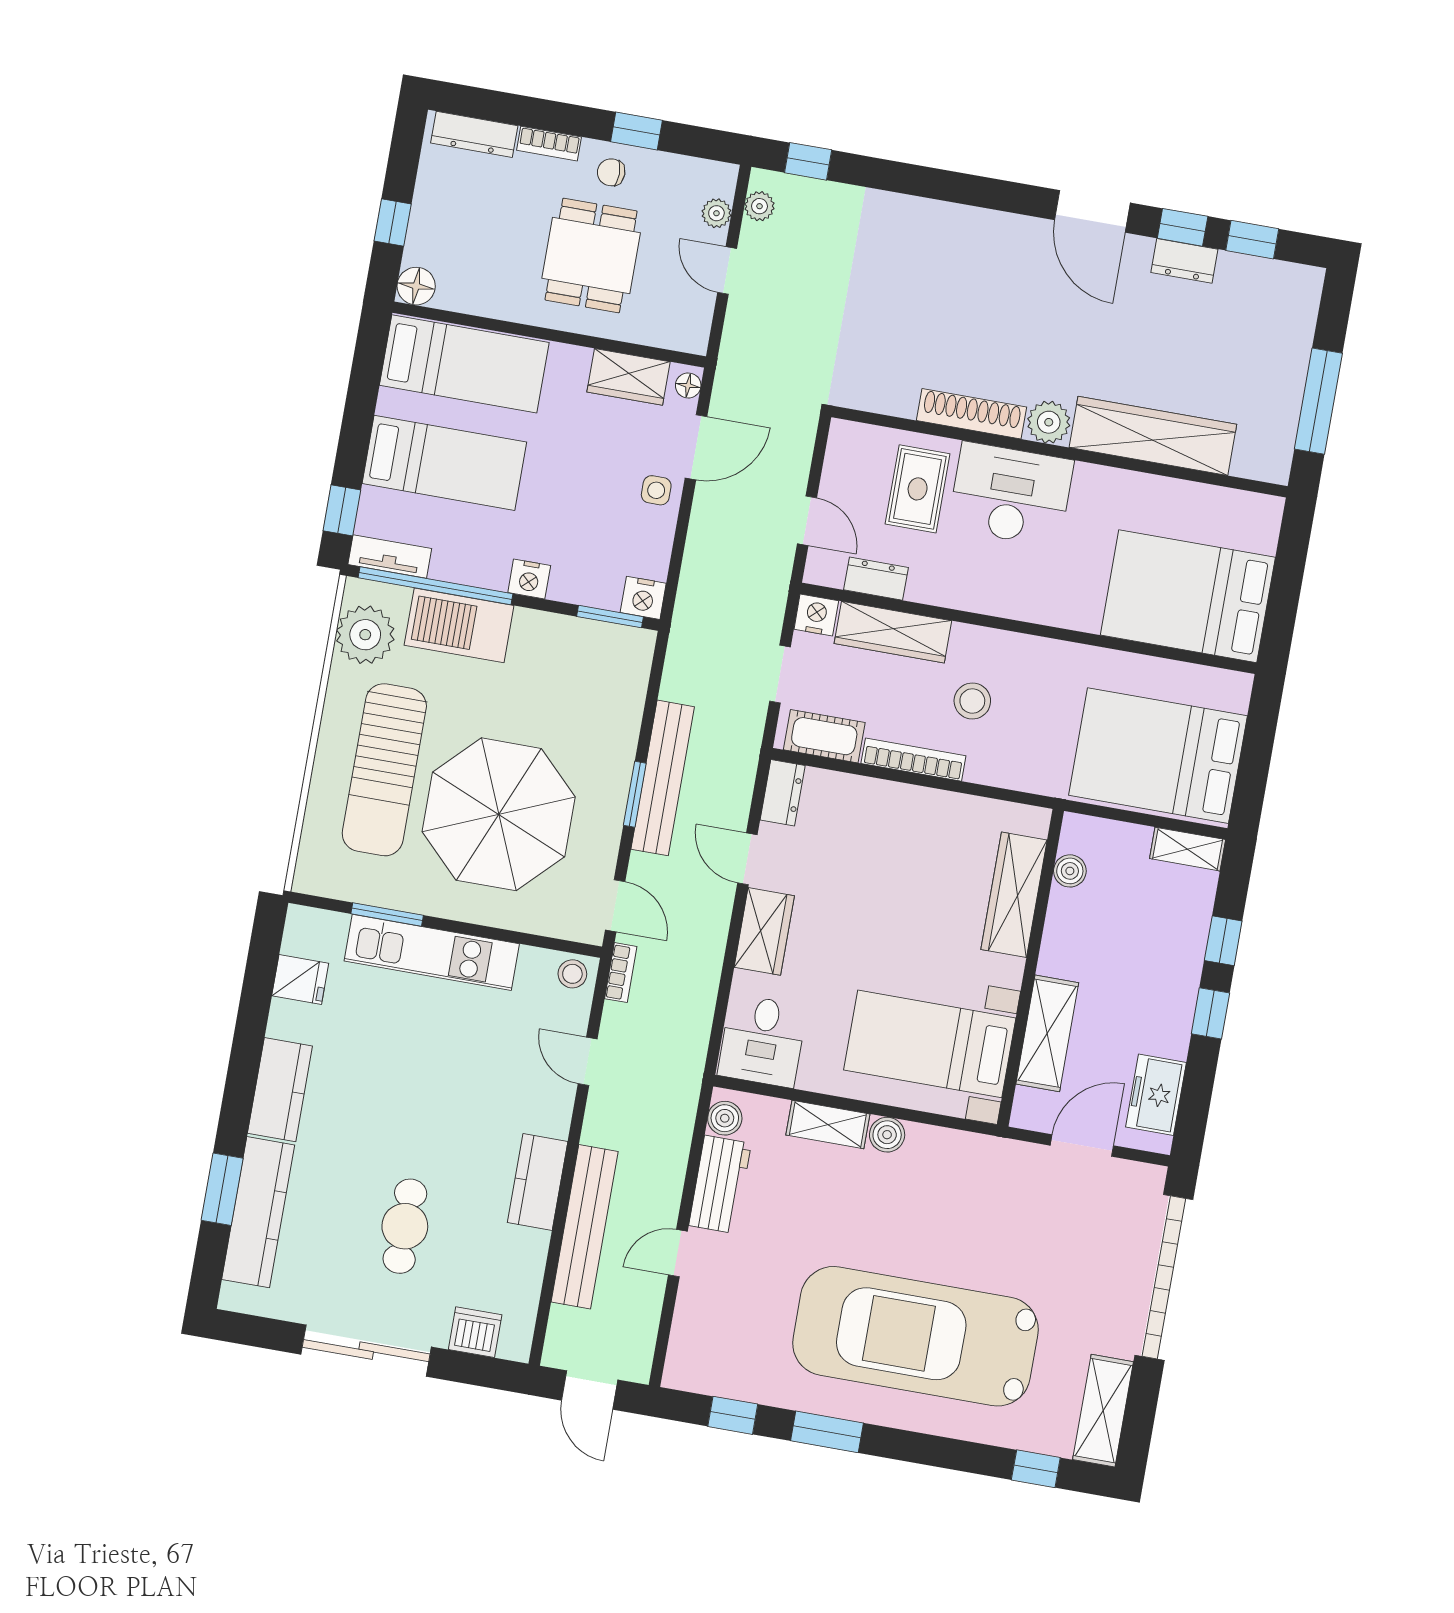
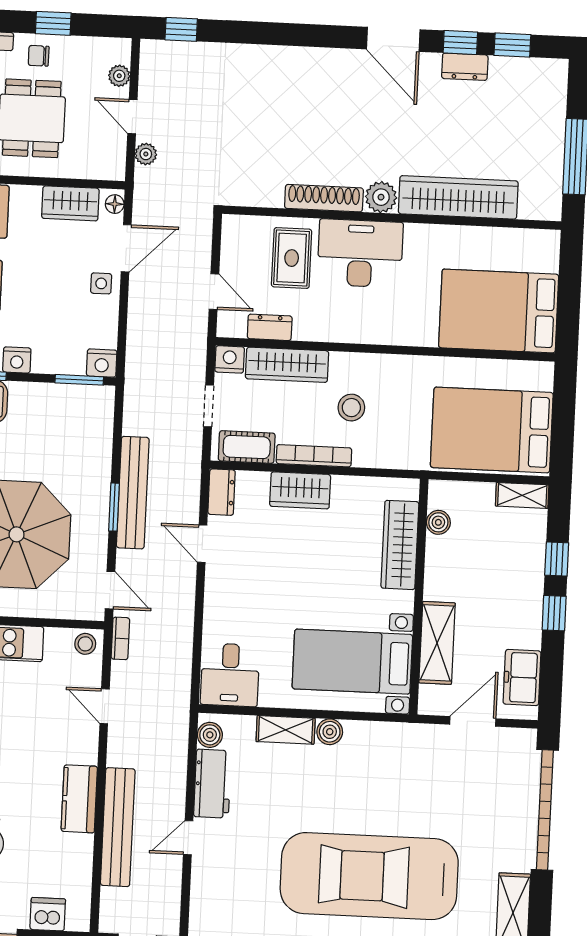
plant: (759, 206) -> (146, 154), moved
wardrobe: (764, 931) -> (300, 490), moved, turned 90

